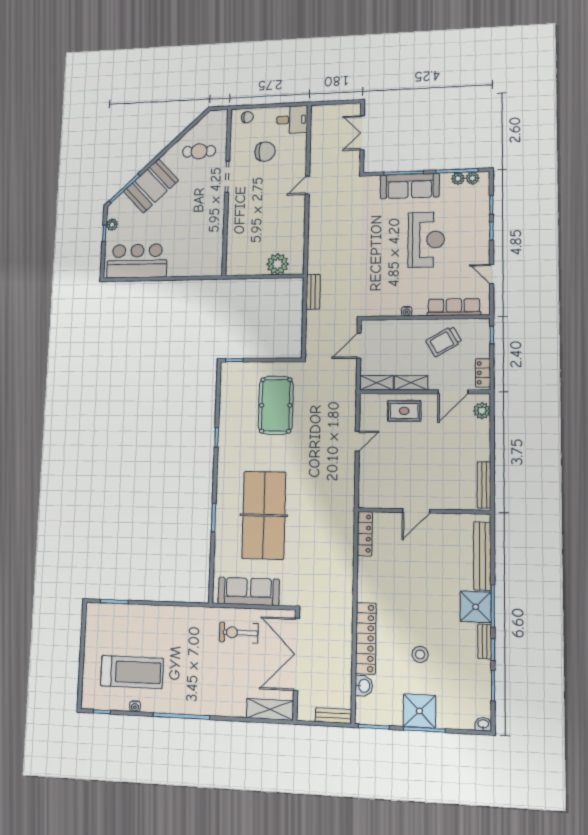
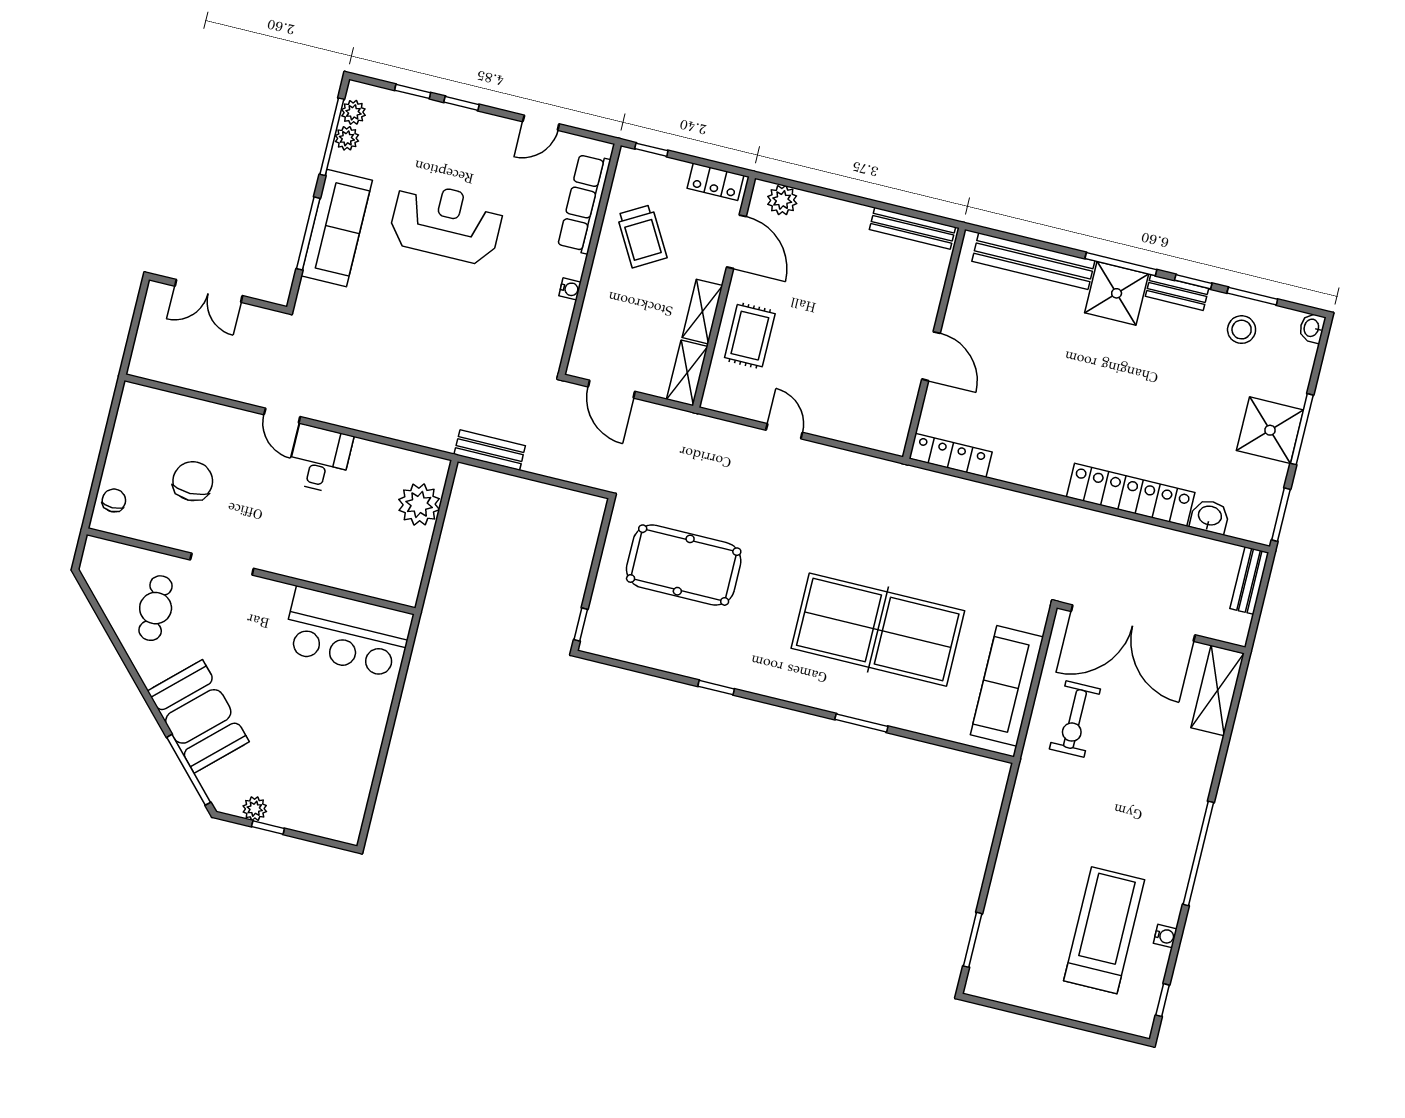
desk: (292, 120) -> (320, 459), moved
bar counter: (137, 261) -> (347, 632), moved, turned -90
stool: (420, 654) -> (1242, 330), moved

